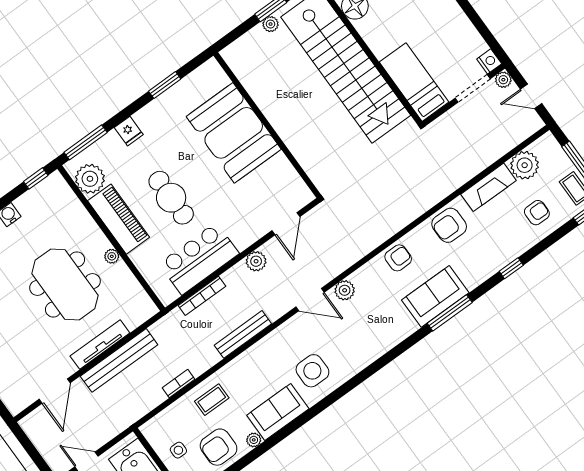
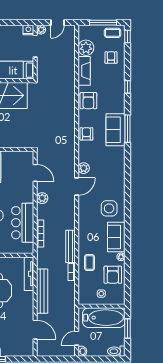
bench: (243, 334) -> (71, 246), moved
tv unit: (100, 344) -> (29, 274), moved

